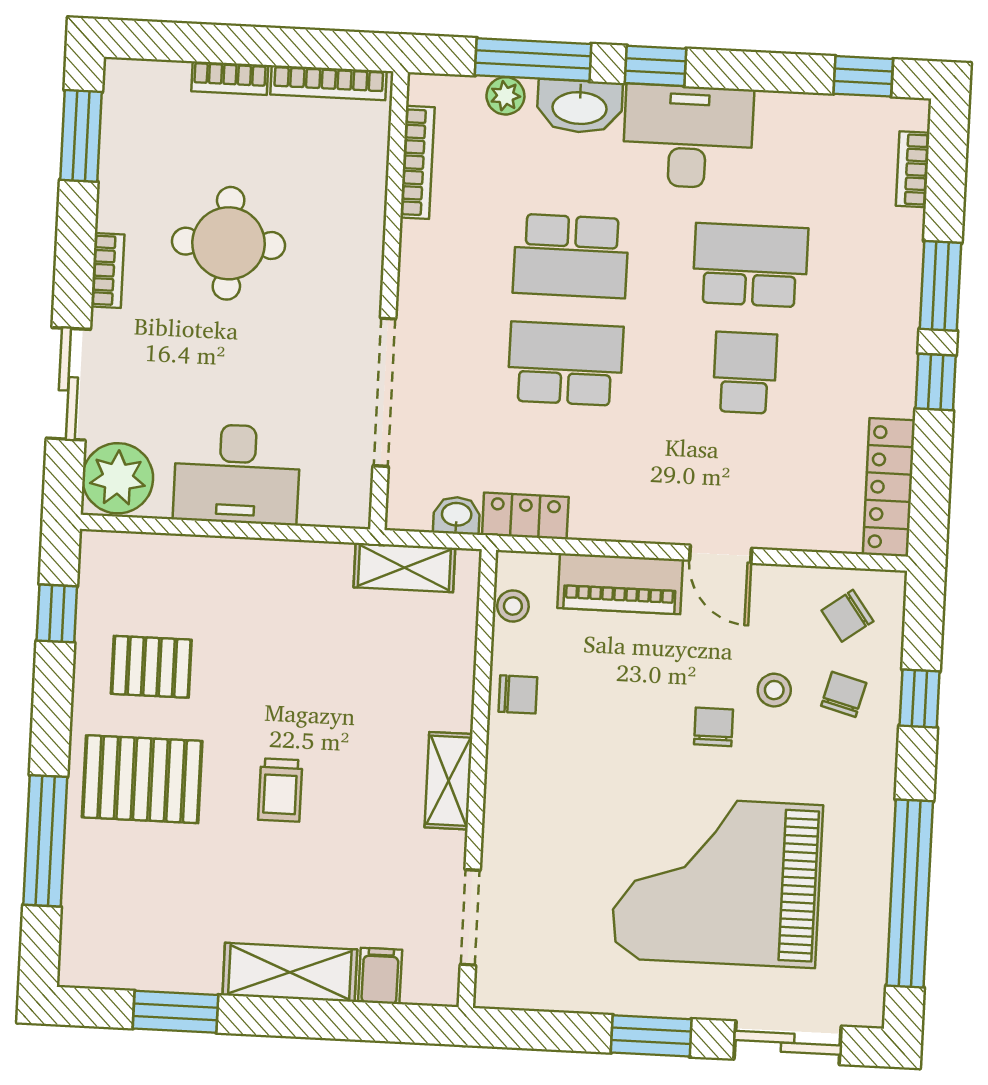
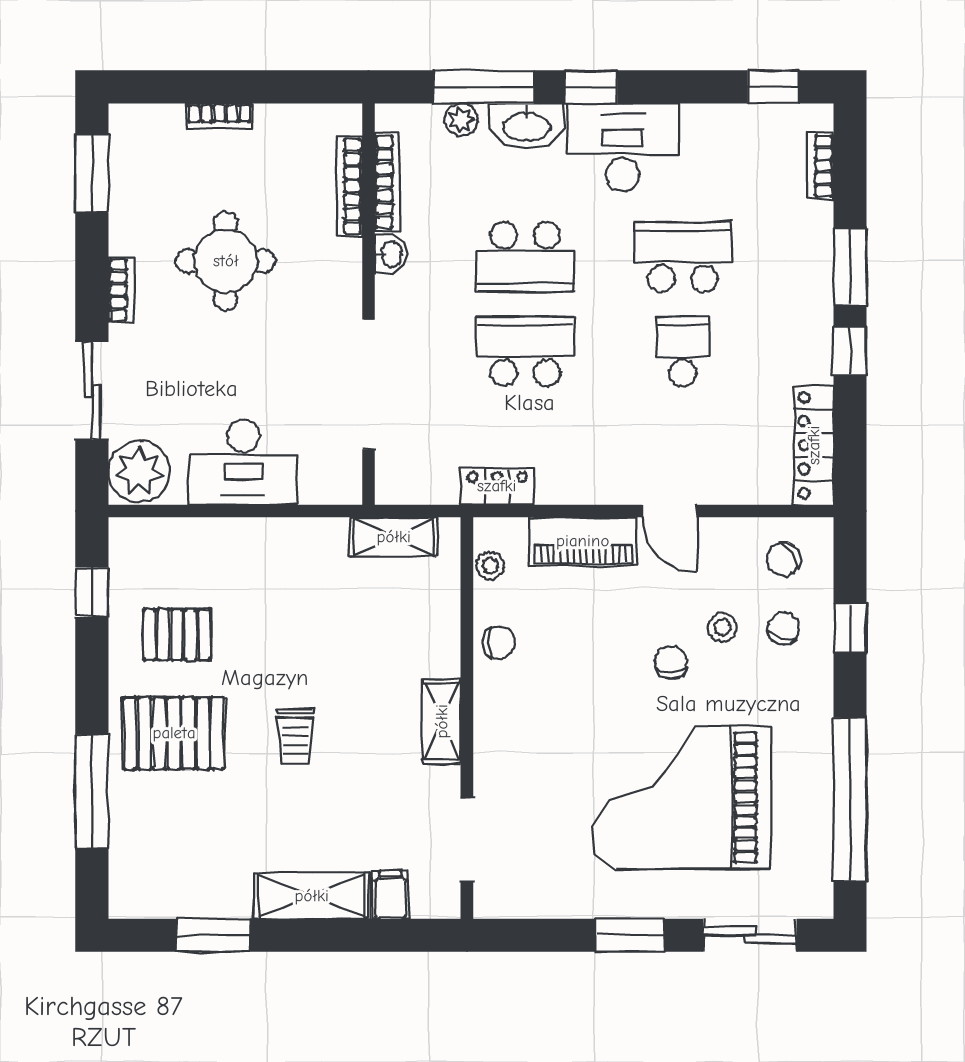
bookcase: (329, 83) -> (349, 187), moved, turned 90
washbasin: (457, 515) -> (391, 254), moved, turned 90

